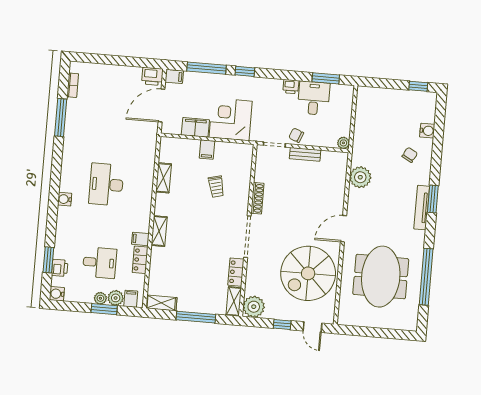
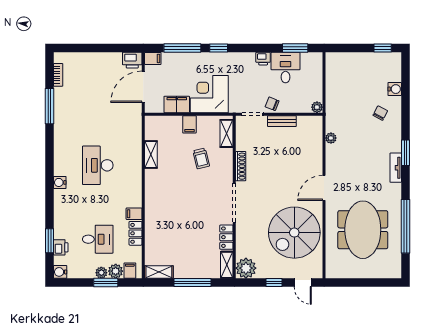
plant: (360, 177) -> (331, 138), width x0.53, depth x0.53
tv unit: (422, 208) -> (396, 168), width x0.71
shelving: (159, 231) -> (227, 133), moved

